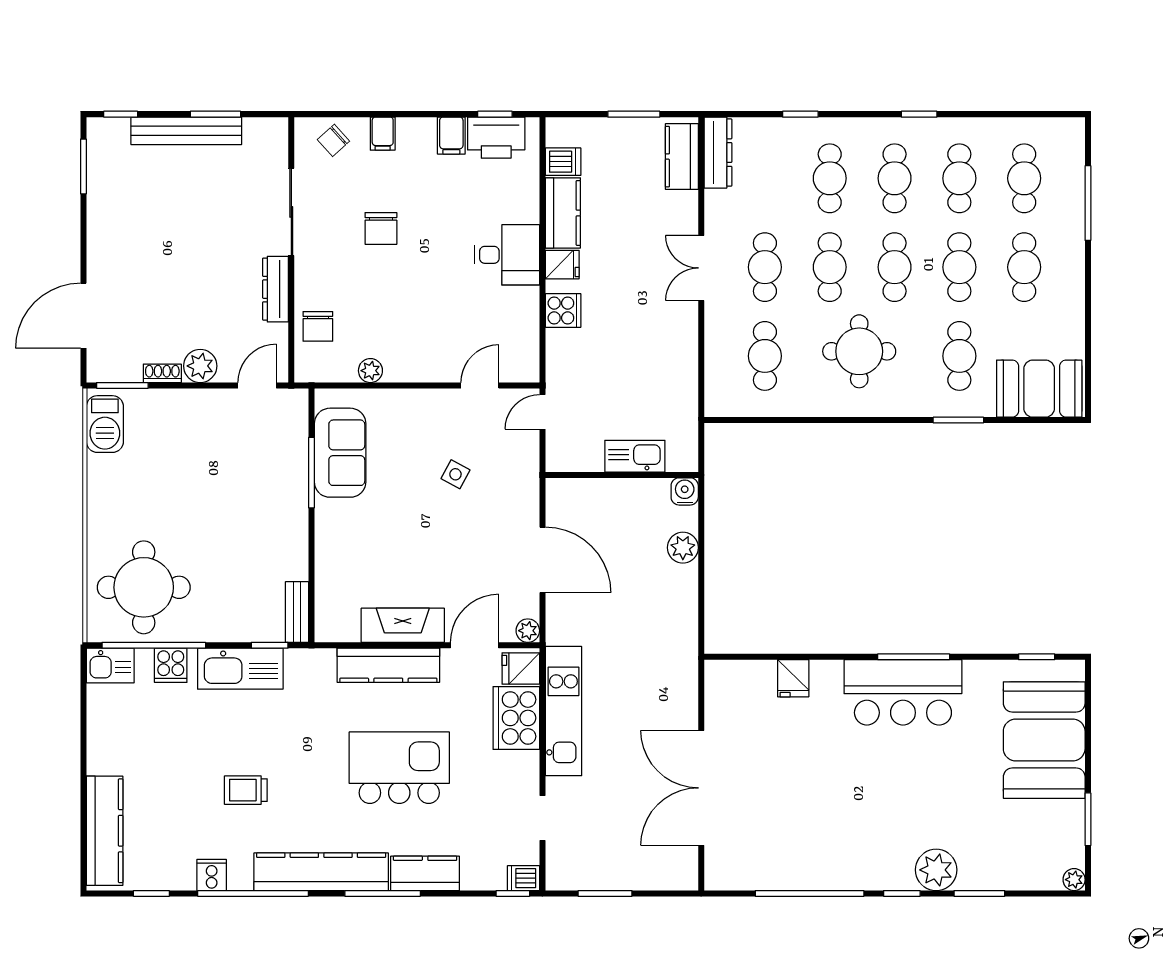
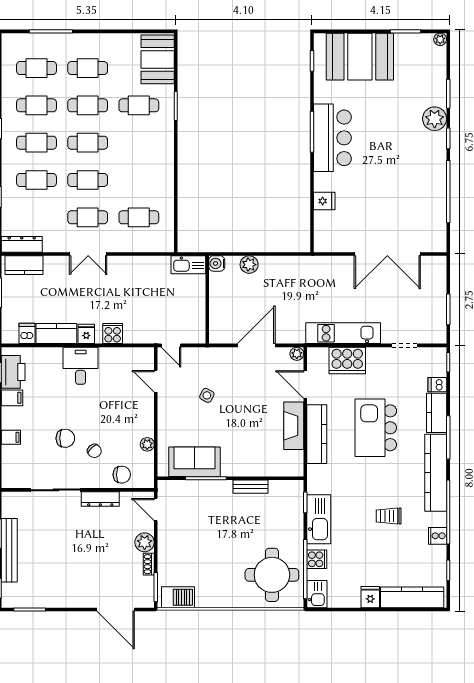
chair: (333, 140) -> (94, 451), moved
round table: (859, 351) -> (136, 163), removed
kitchen sink: (635, 456) -> (188, 265), moved, turned -90
bench: (297, 612) -> (250, 487), moved
fridge: (521, 669) -> (370, 597), moved, turned 180
trolley: (246, 790) -> (389, 516), turned 90
dishwasher: (523, 878) -> (437, 385), moved, turned 90

